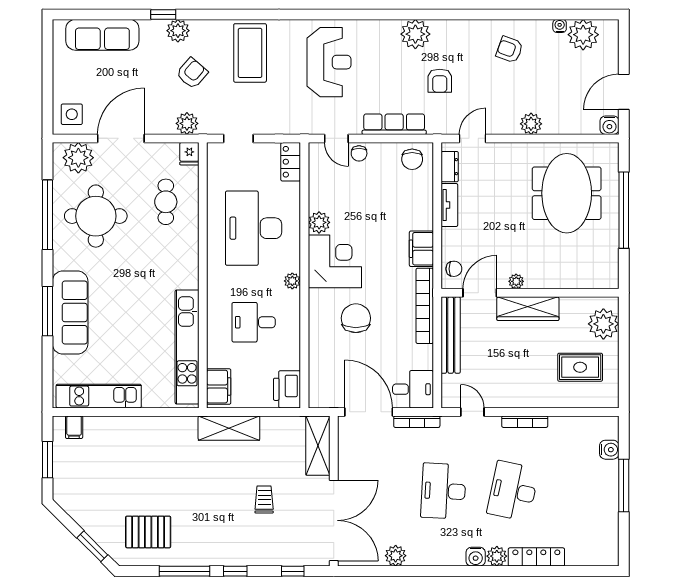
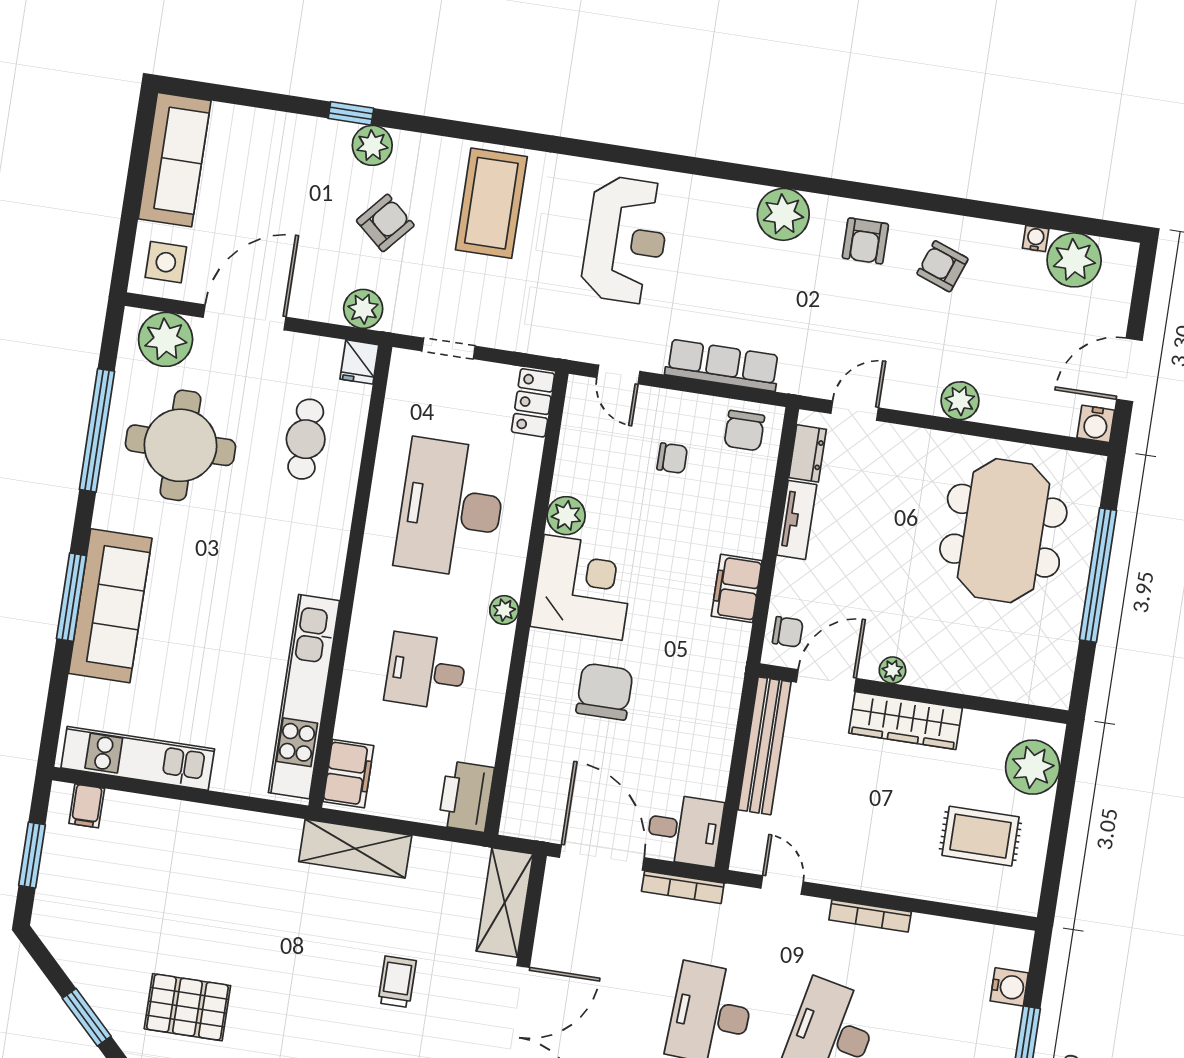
sofa: (102, 35) -> (175, 160), moved, turned -90
armchair: (440, 81) -> (865, 241), moved
chair: (359, 153) -> (672, 458), moved, turned -90
bookcase: (425, 306) -> (727, 688), removed

